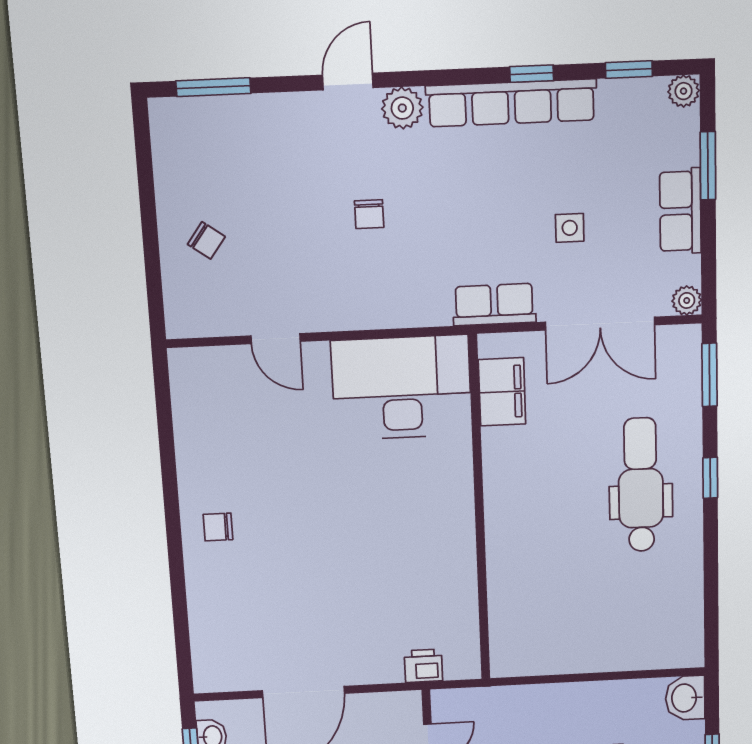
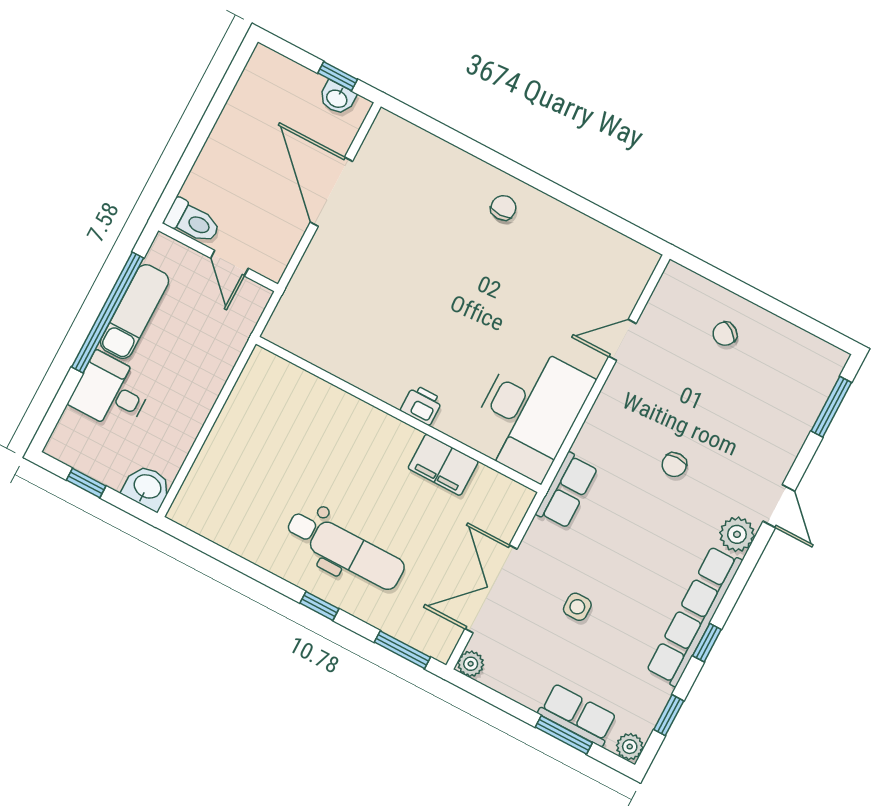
row of seats: (680, 211) -> (578, 715), moved
chair: (369, 214) -> (674, 465), turned -90
row of seats: (494, 305) -> (567, 491), moved
filing cabinet: (502, 392) -> (443, 465), moved
printer: (423, 666) -> (422, 405), moved, turned -90

